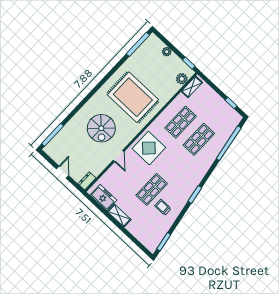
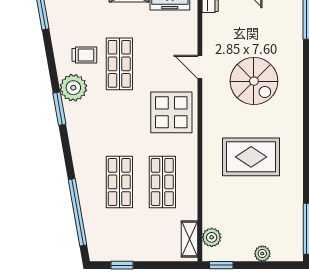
rug: (133, 97) -> (251, 157), width x0.73, depth x0.69
spiral stairs: (101, 128) -> (254, 81), turned 180
plant: (181, 198) -> (73, 88), added

